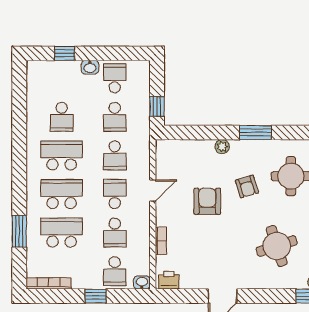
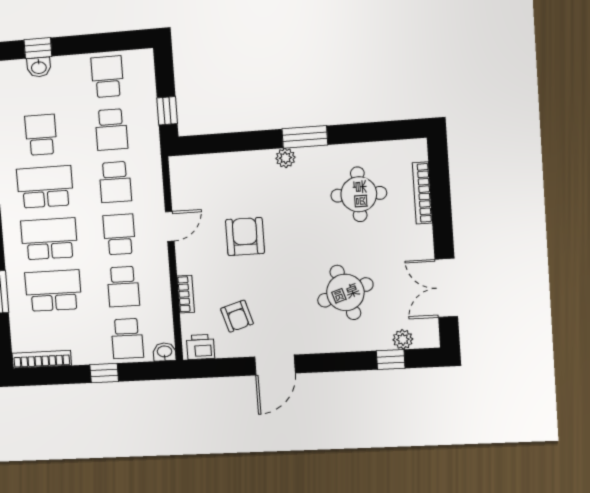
washbasin: (90, 67) -> (39, 67), moved
school desk: (62, 117) -> (41, 135), turned 180
plant: (222, 147) -> (285, 158), moved
armchair: (247, 186) -> (237, 316), moved

